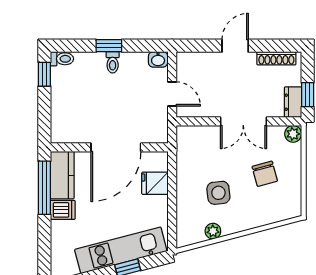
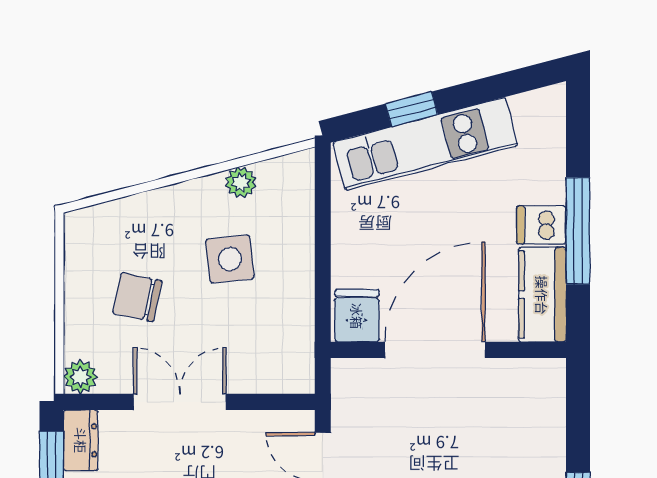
chair: (265, 174) -> (137, 297), turned -63
fridge: (155, 183) -> (357, 316), moved, turned -90
window: (44, 188) -> (578, 231), moved

